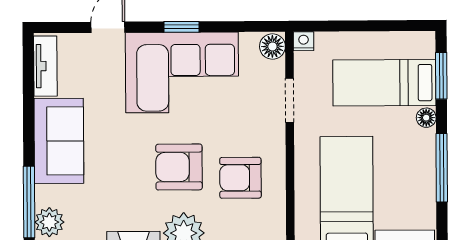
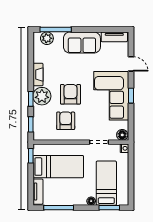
window: (442, 168) -> (59, 208), moved

